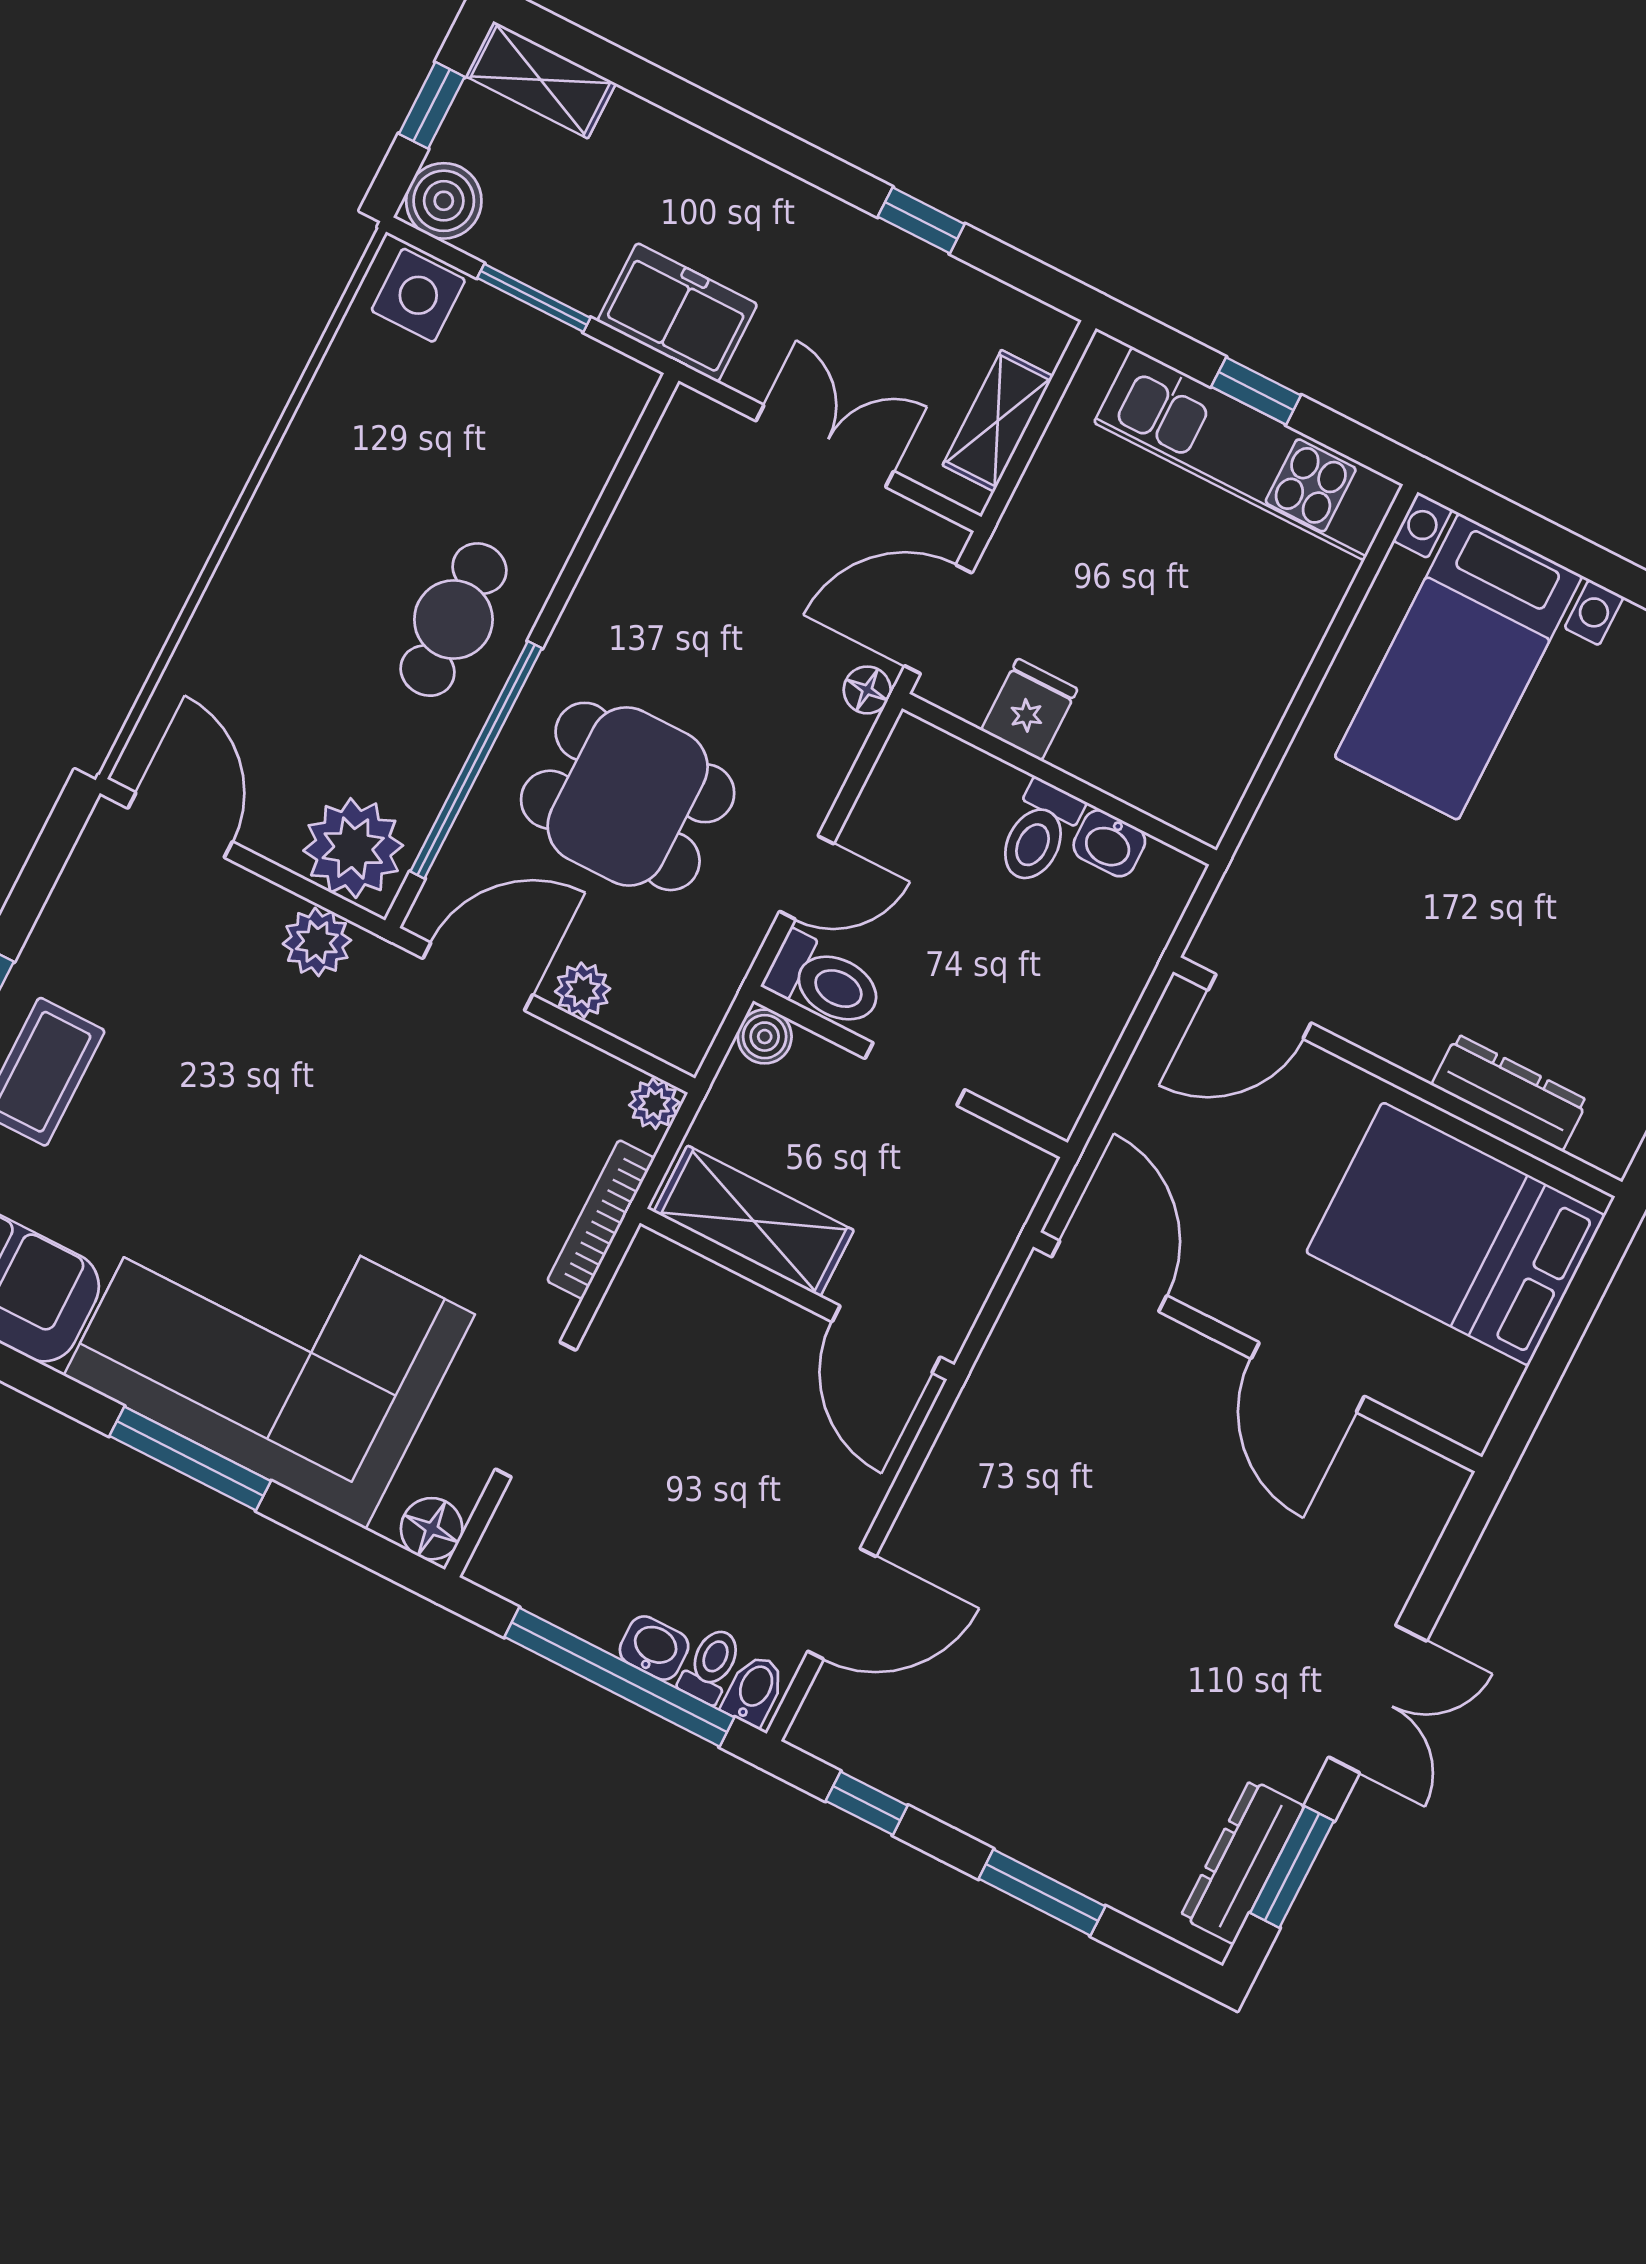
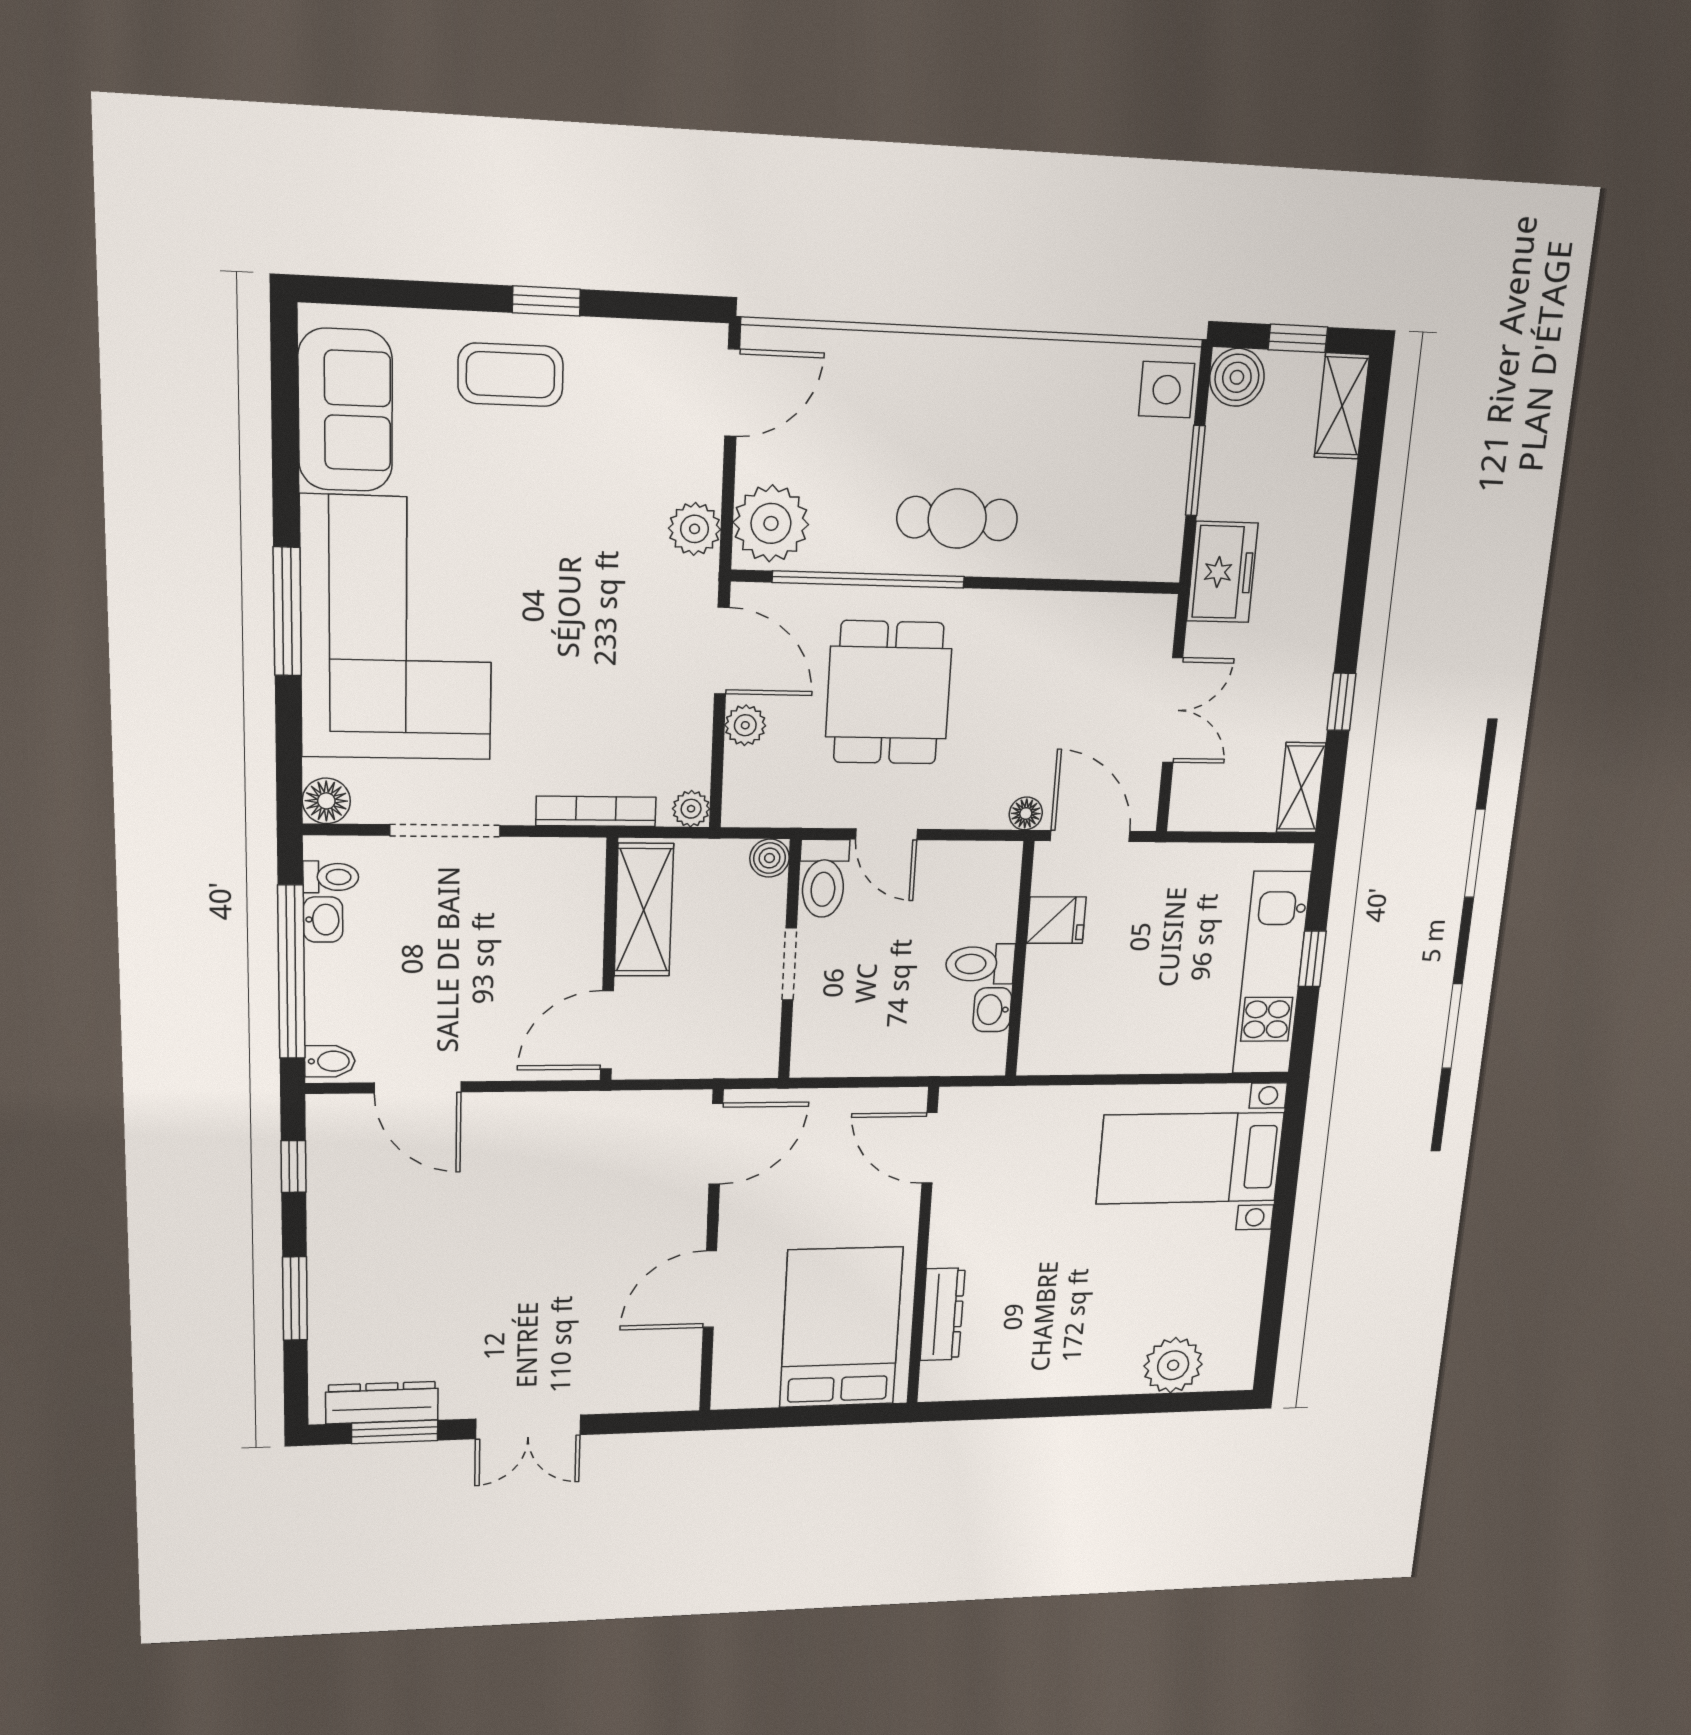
shelving: (998, 421) -> (1301, 788), moved, turned 90
washbasin: (654, 1648) -> (323, 920), moved
toilet: (711, 1665) -> (331, 877), moved

